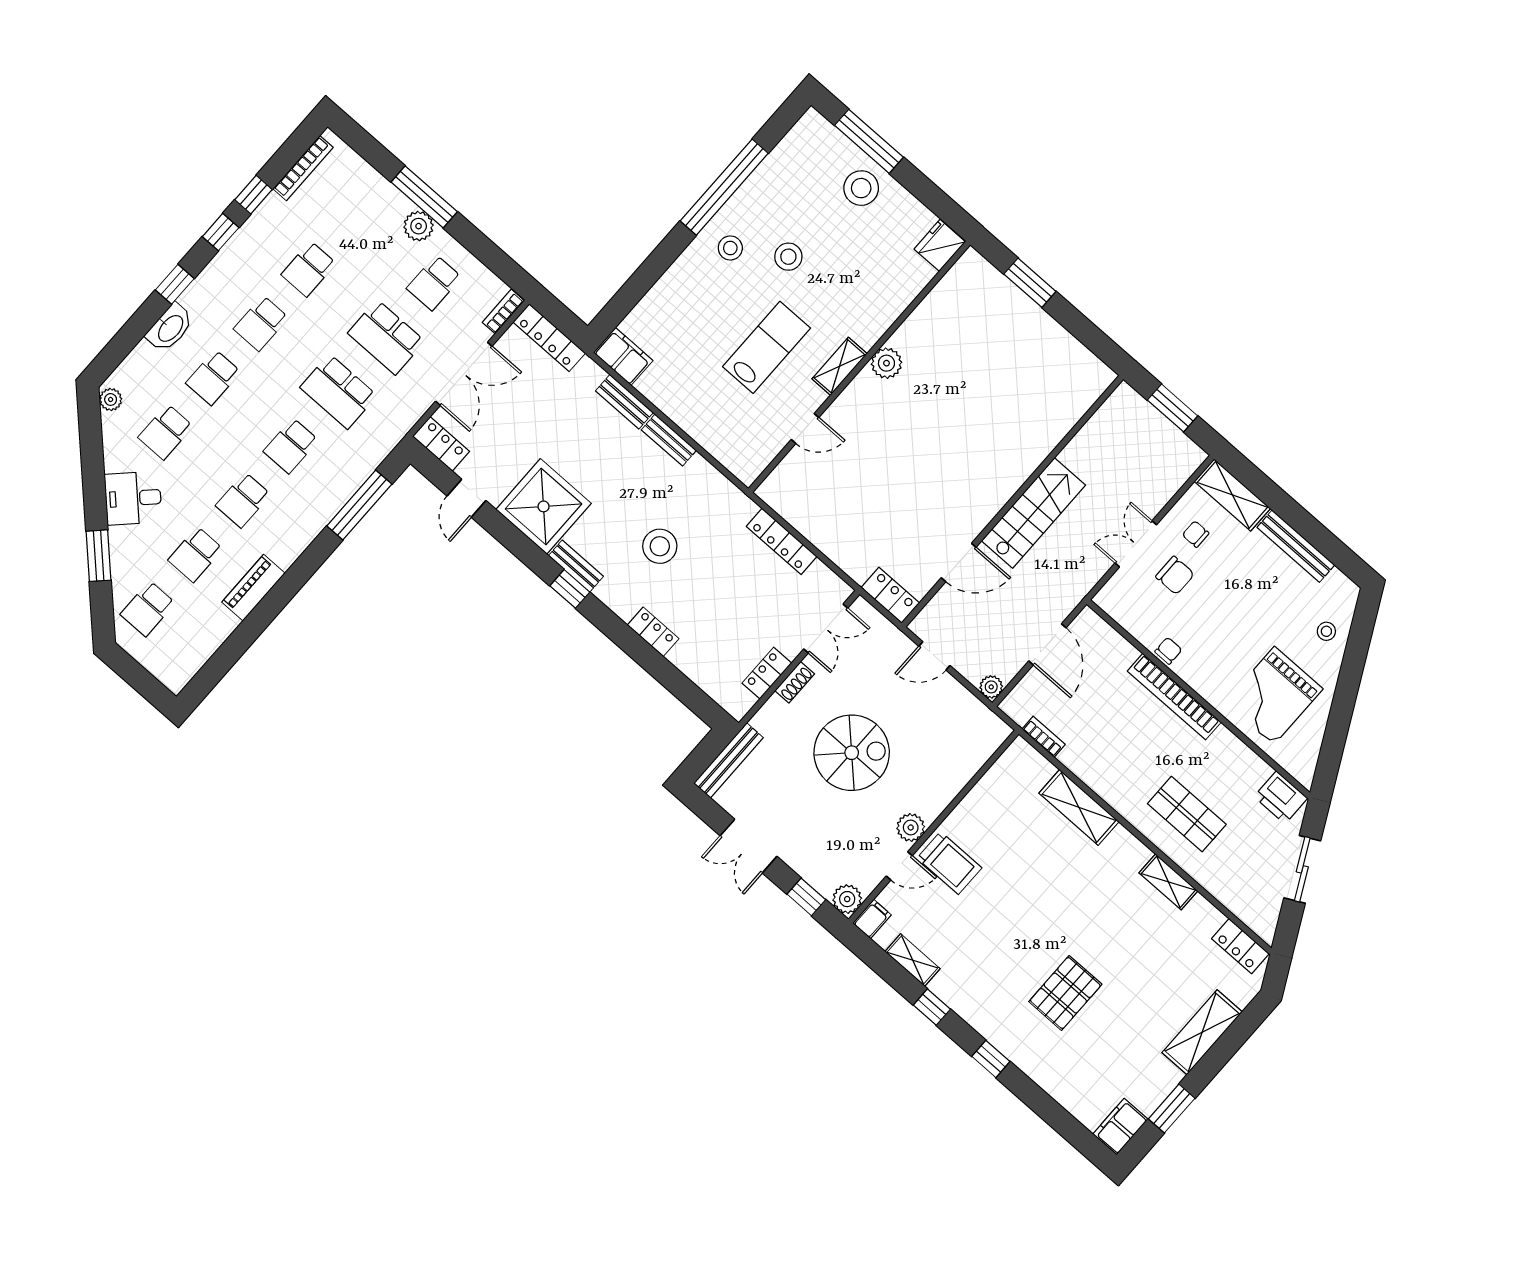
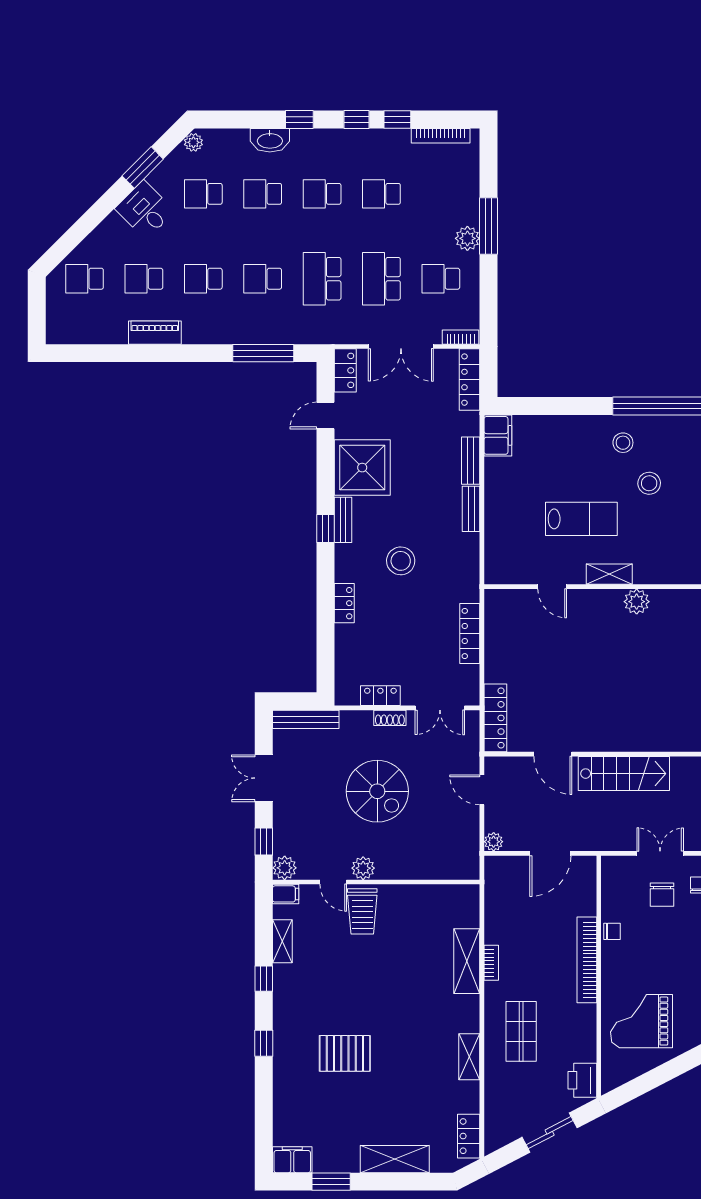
window: (99, 556) -> (143, 168), moved
locker: (890, 595) -> (495, 718), width x1.53
bookcase: (1044, 737) -> (491, 963), moved

